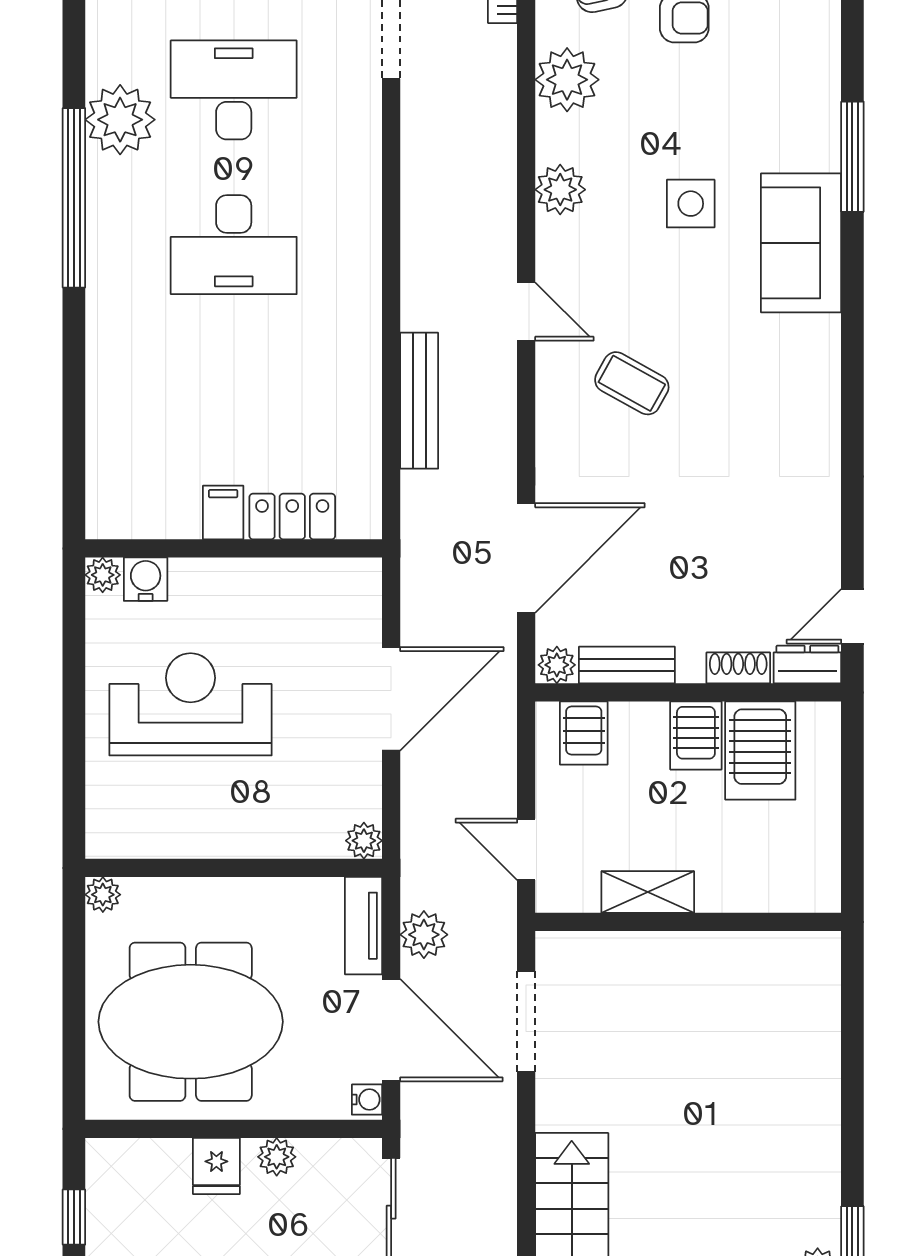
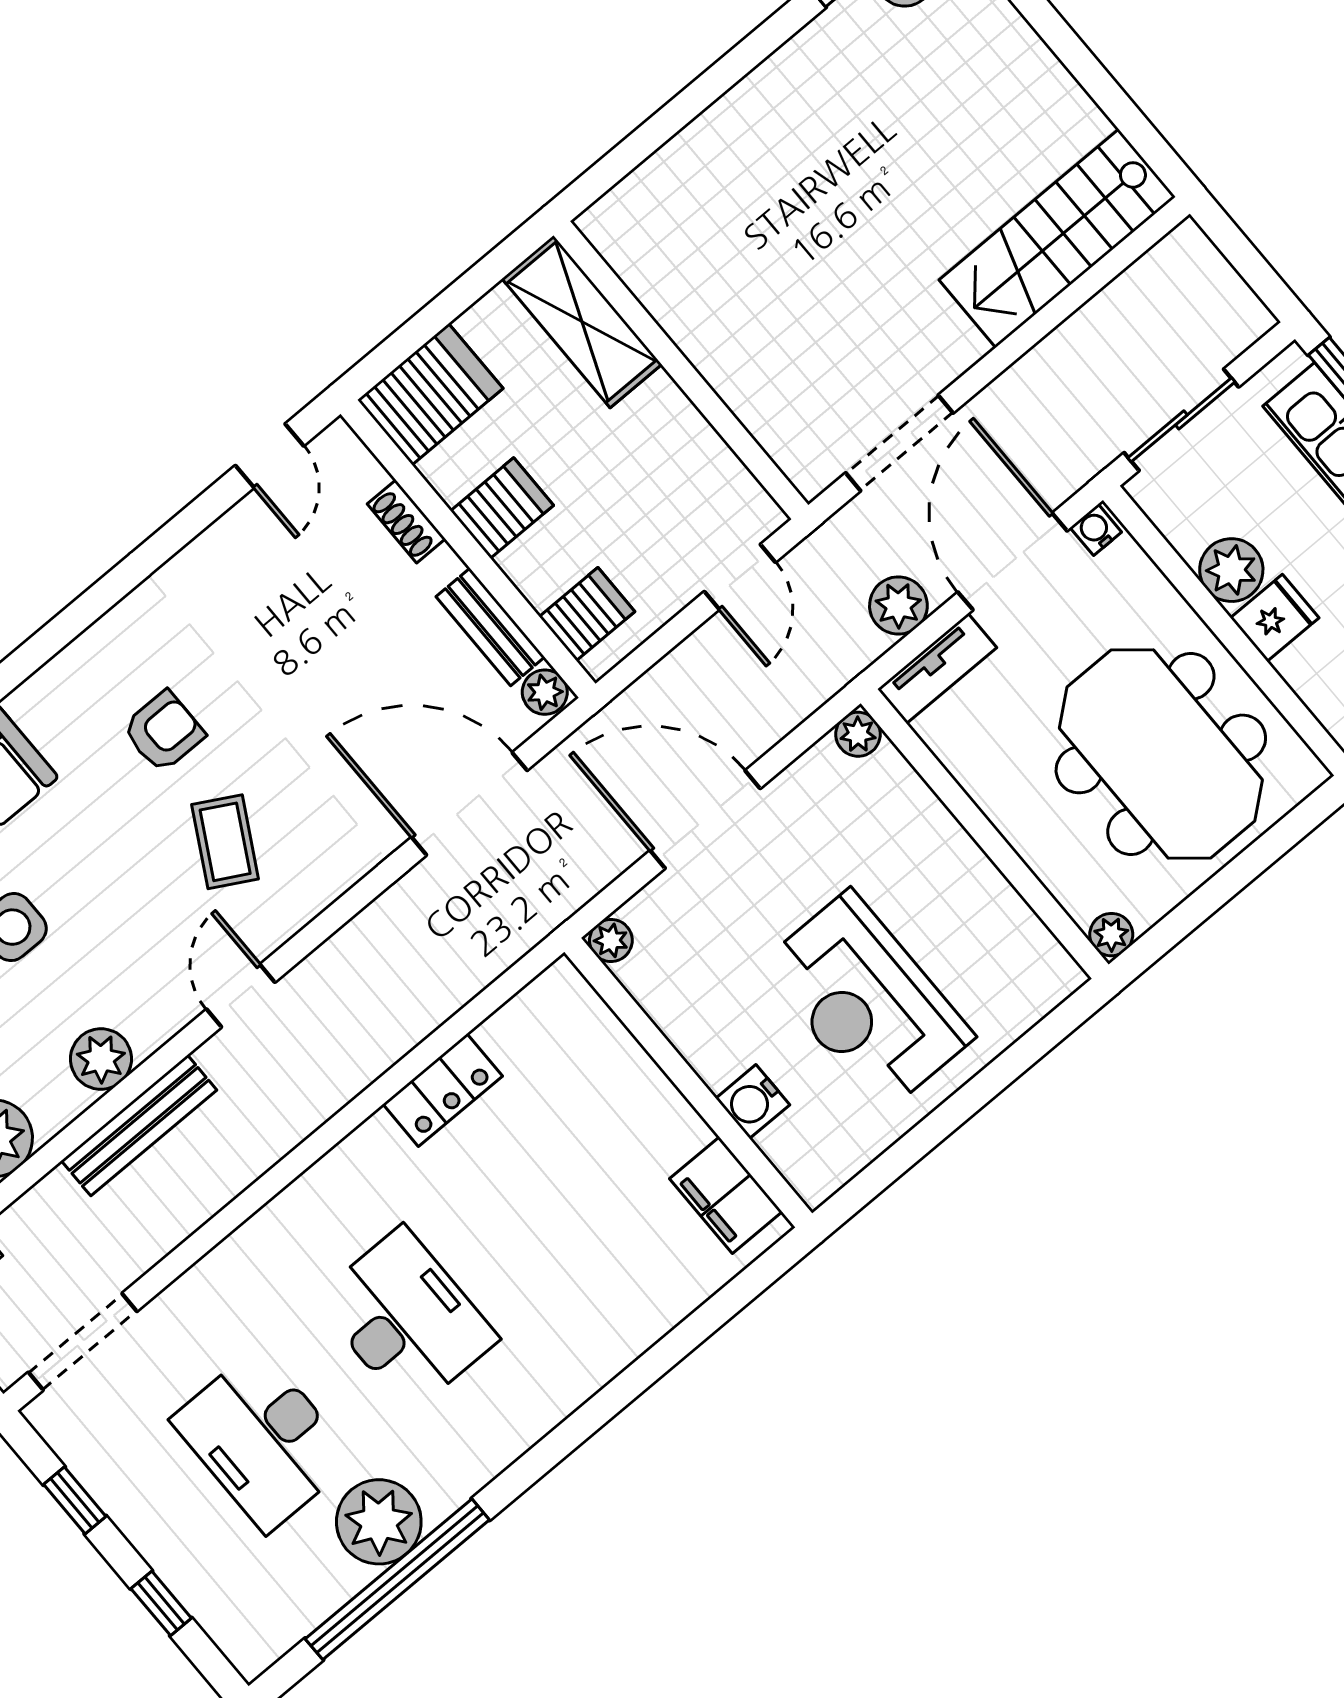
window: (74, 198) -> (397, 1579), moved
bench: (419, 401) -> (139, 1125), moved
armchair: (734, 403) -> (164, 732), added
filing cabinet: (223, 512) -> (726, 1195), moved, width x2.00
locker: (292, 517) -> (443, 1090), moved, turned -90
plant: (103, 575) -> (611, 940), moved
water cooler: (146, 579) -> (753, 1102), moved
door: (852, 616) -> (270, 456), hinge flipped
dresser: (807, 664) -> (349, 460), removed
server rack: (760, 751) -> (430, 394), moved
shelving: (648, 892) -> (582, 321), moved, width x1.50, depth x1.33
plant: (277, 1157) -> (1231, 570), width x1.38, depth x1.38

